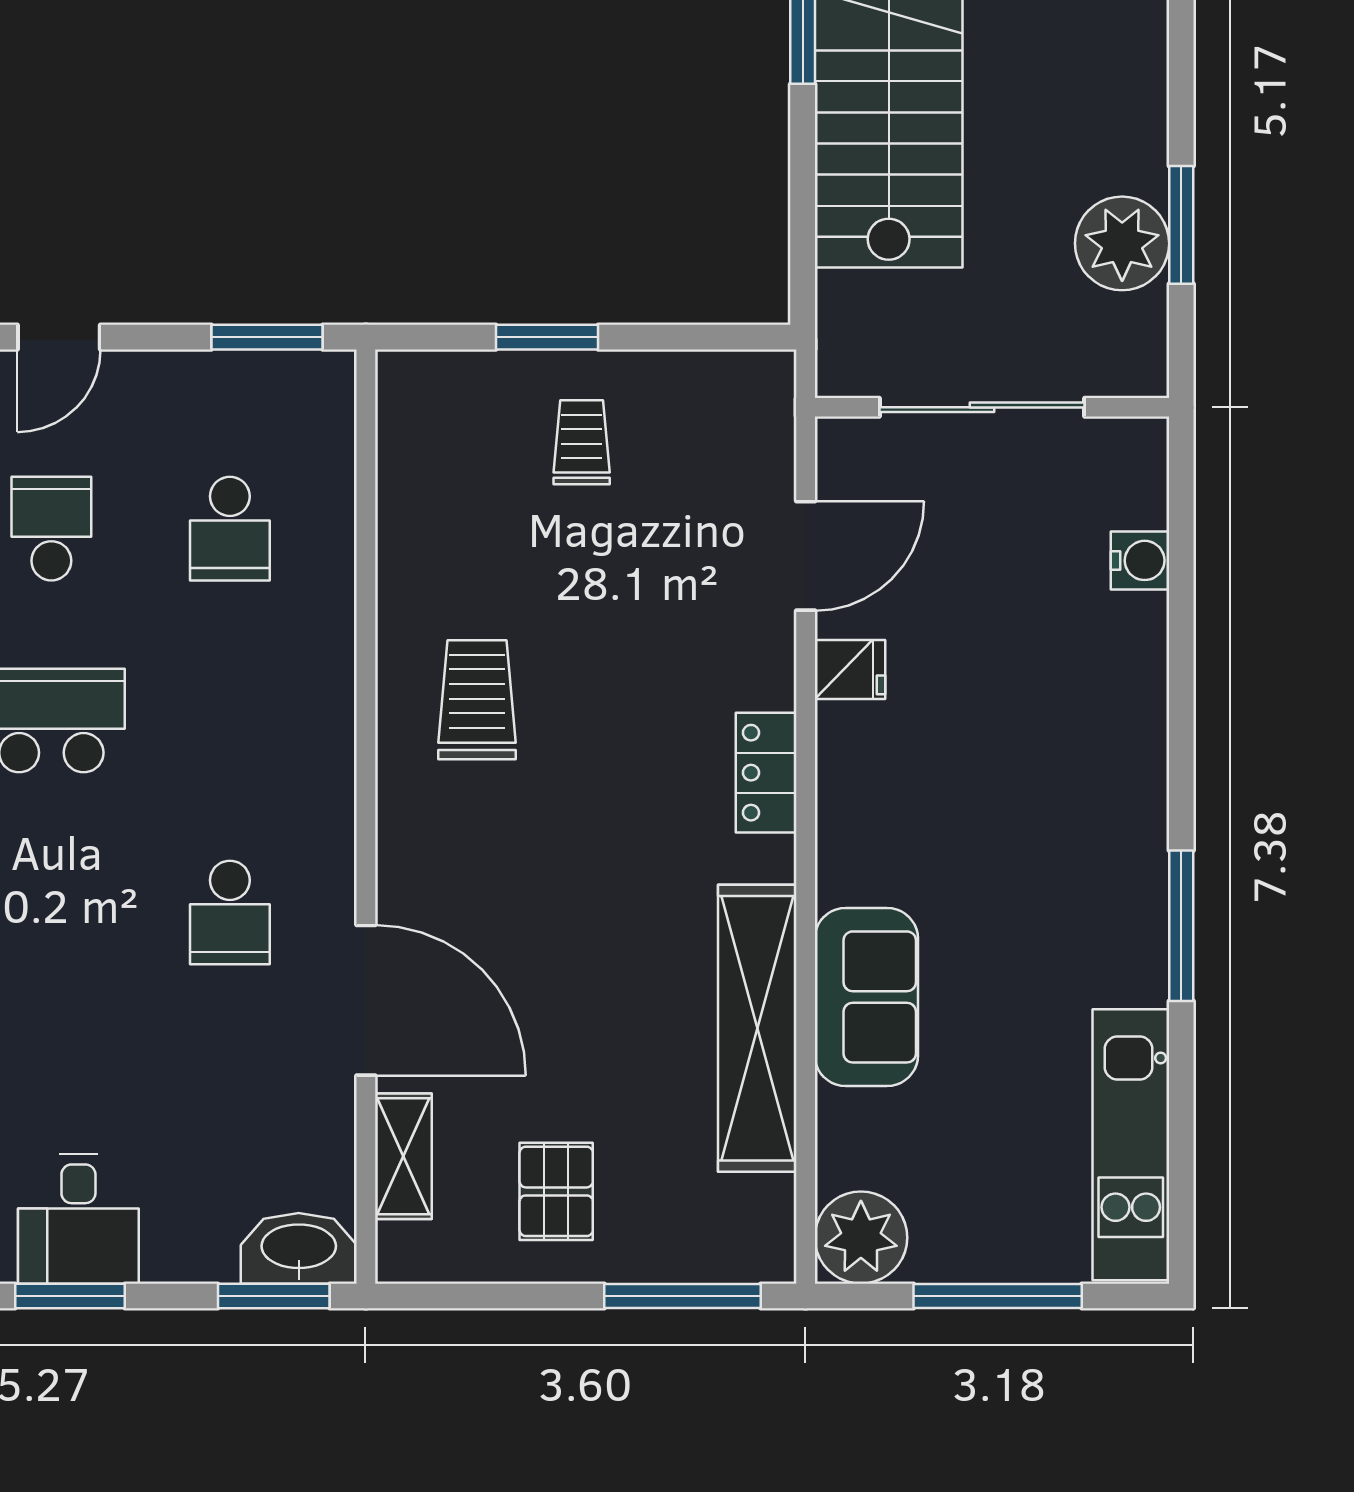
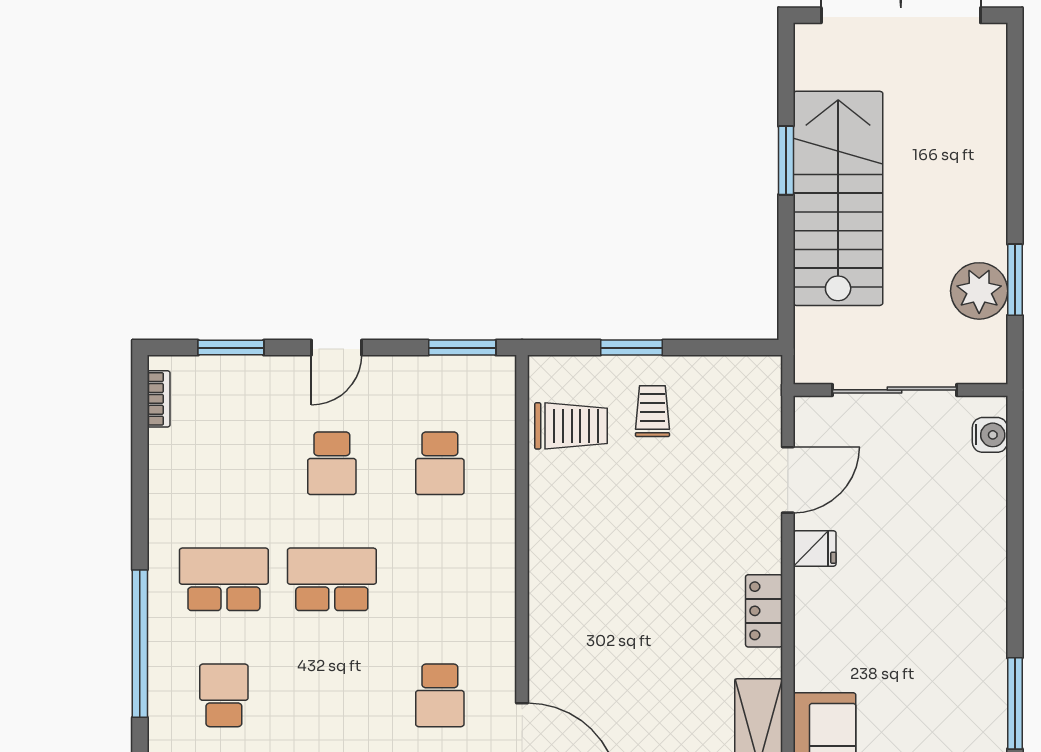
school desk: (51, 529) -> (332, 463), turned 180
water cooler: (1140, 560) -> (990, 435), moved
trolley: (477, 700) -> (571, 426), moved, turned 90

